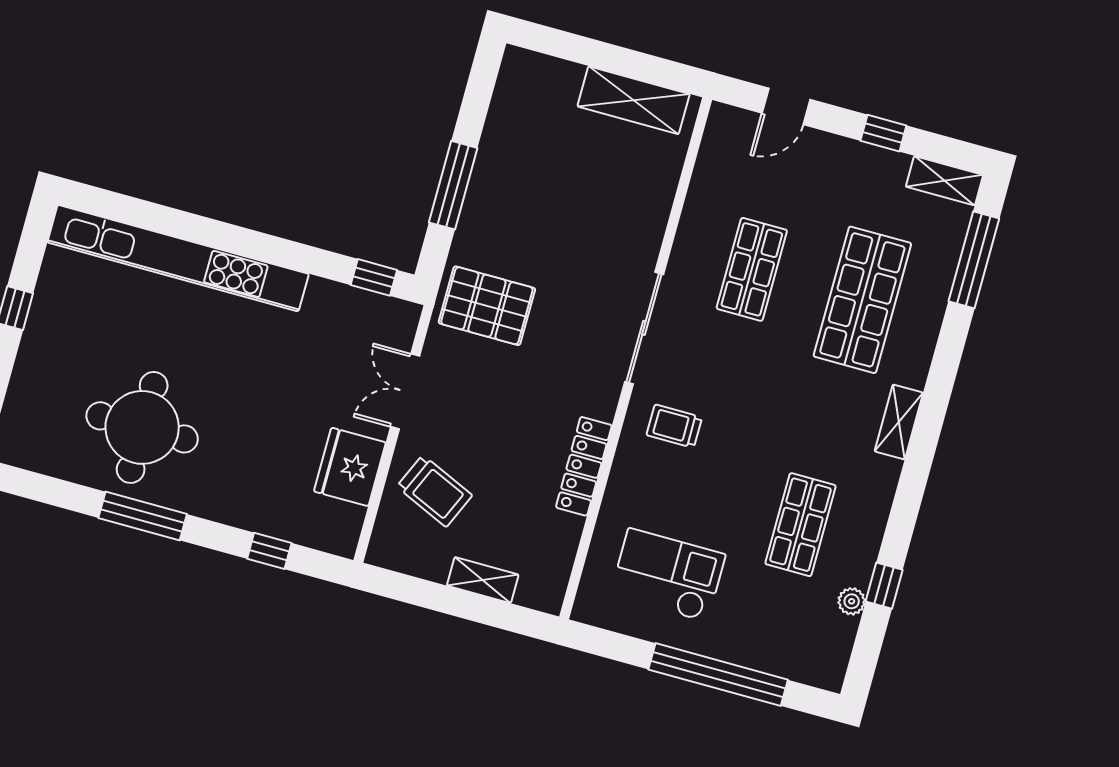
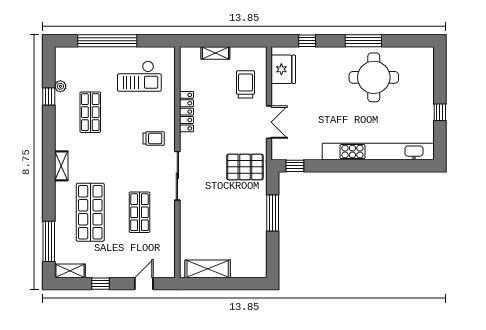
fridge: (350, 467) -> (283, 69), moved
trolley: (434, 491) -> (246, 84), turned 66

